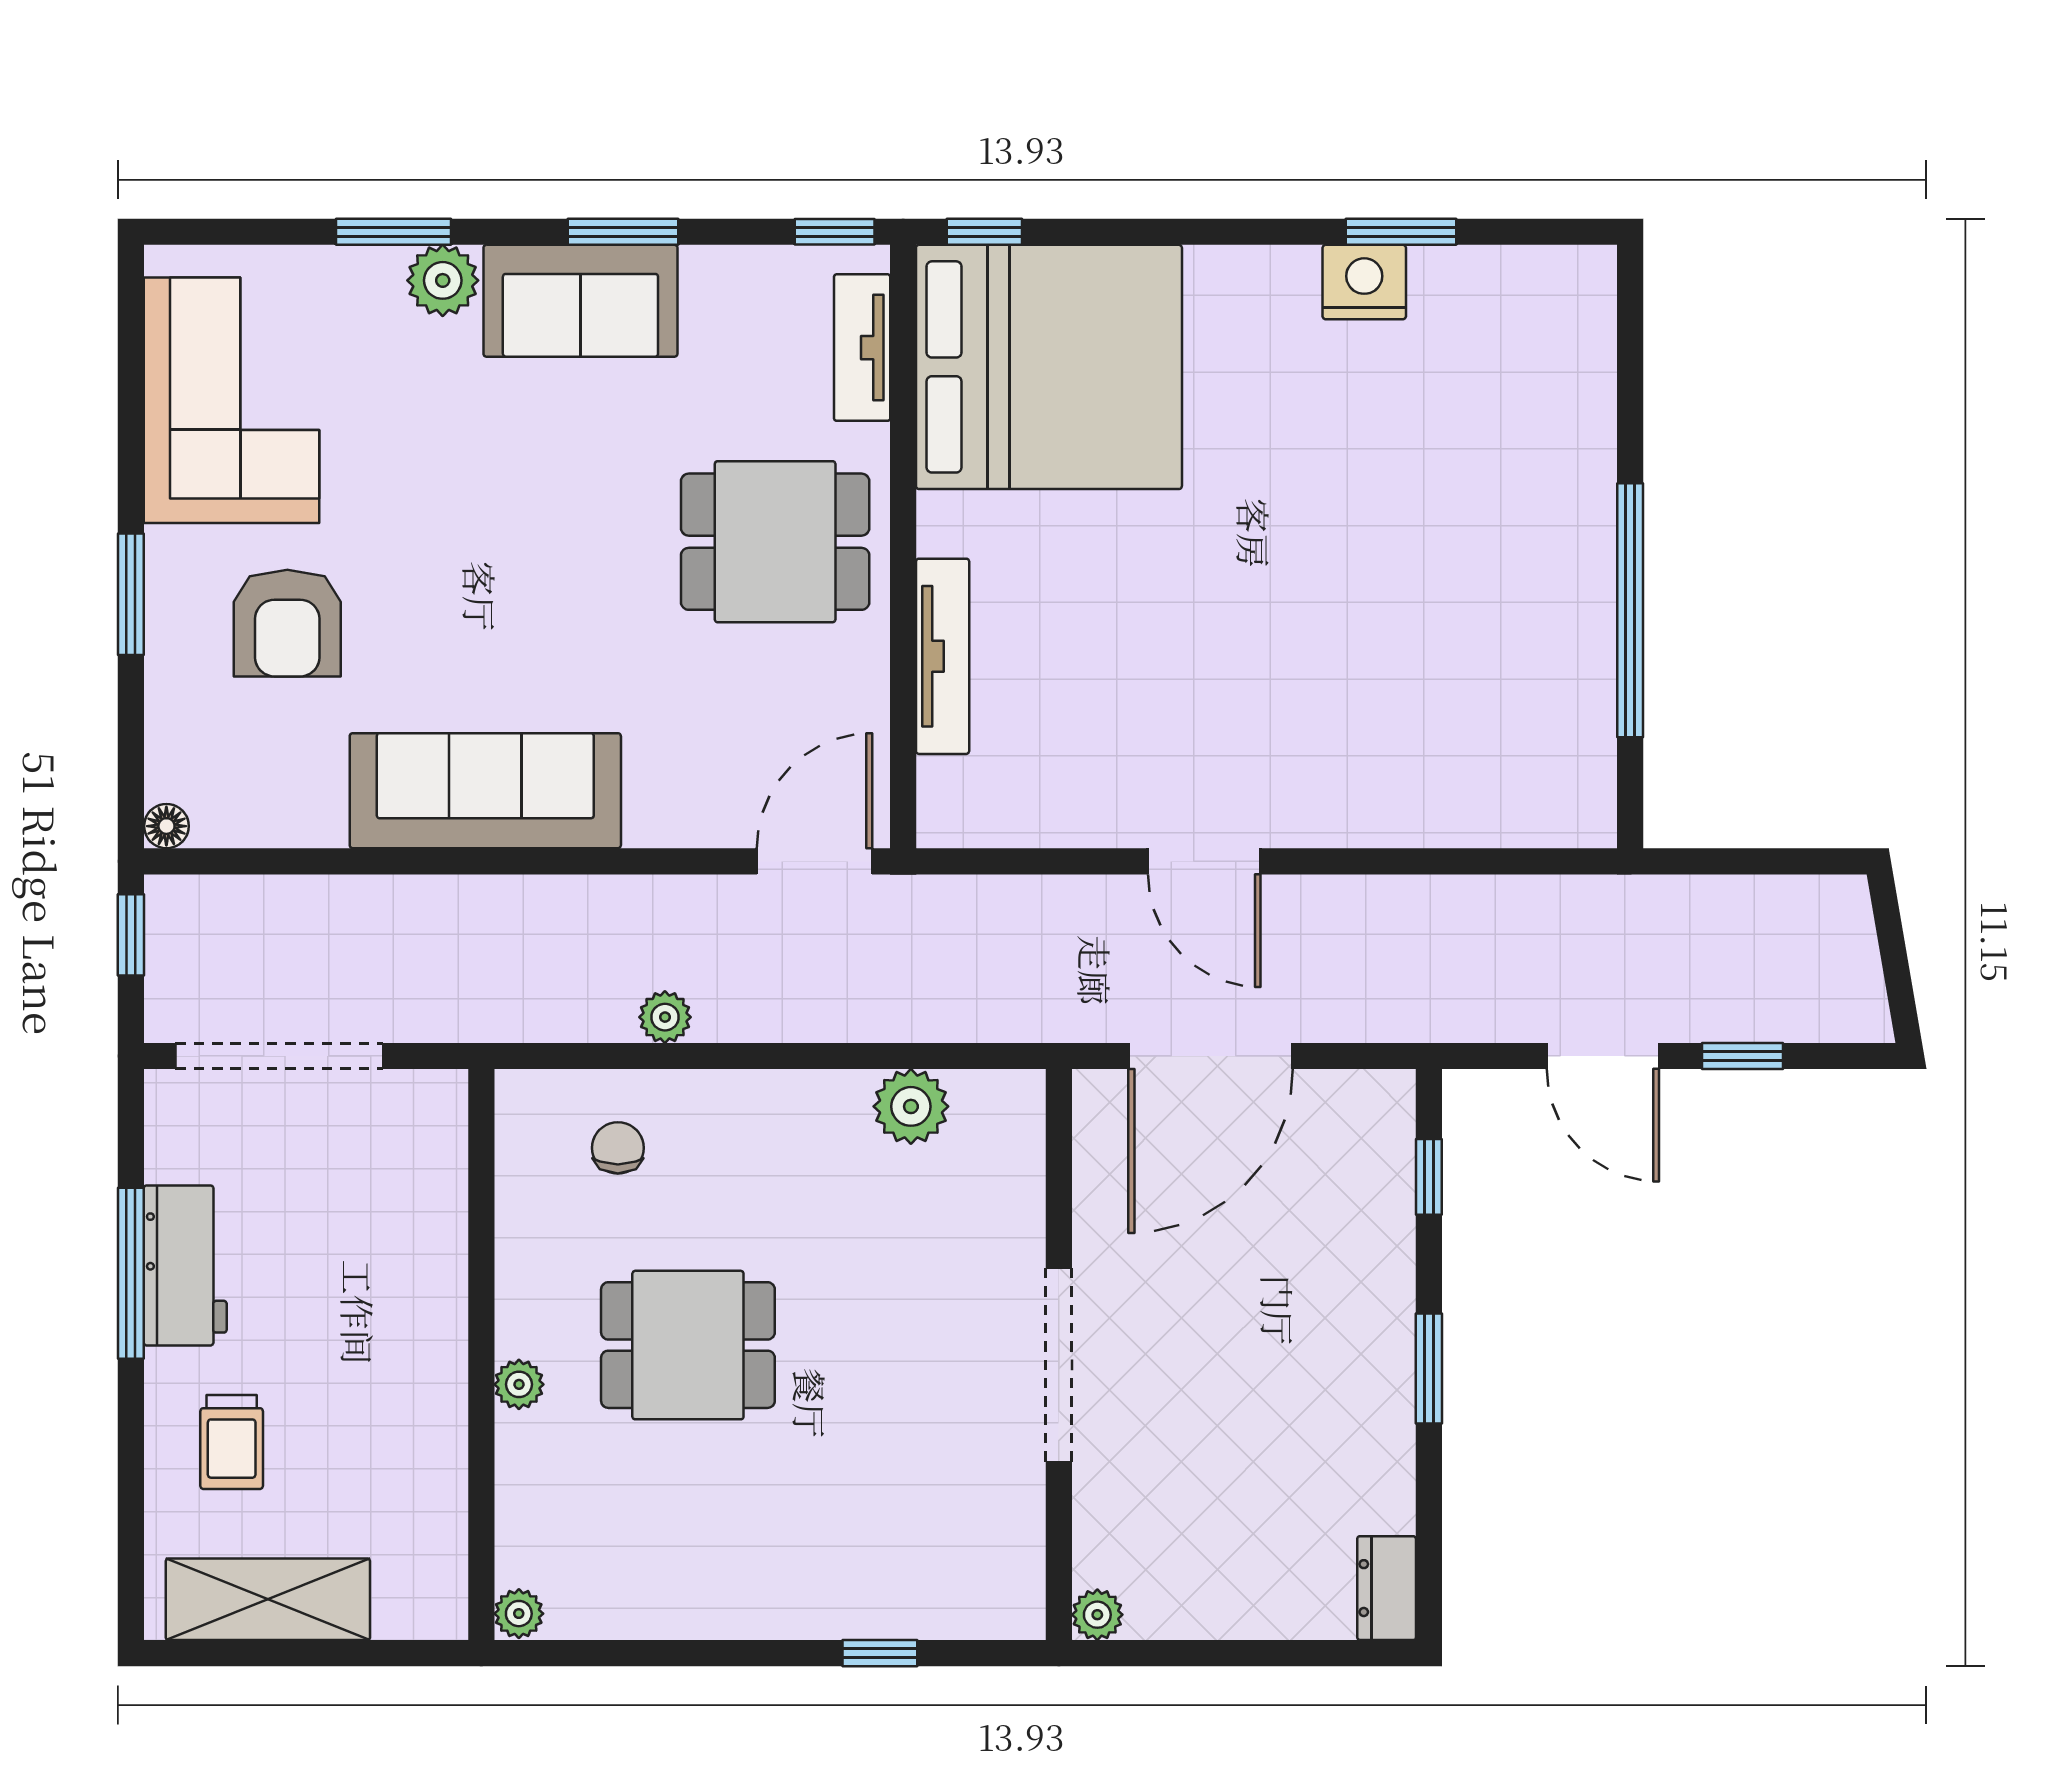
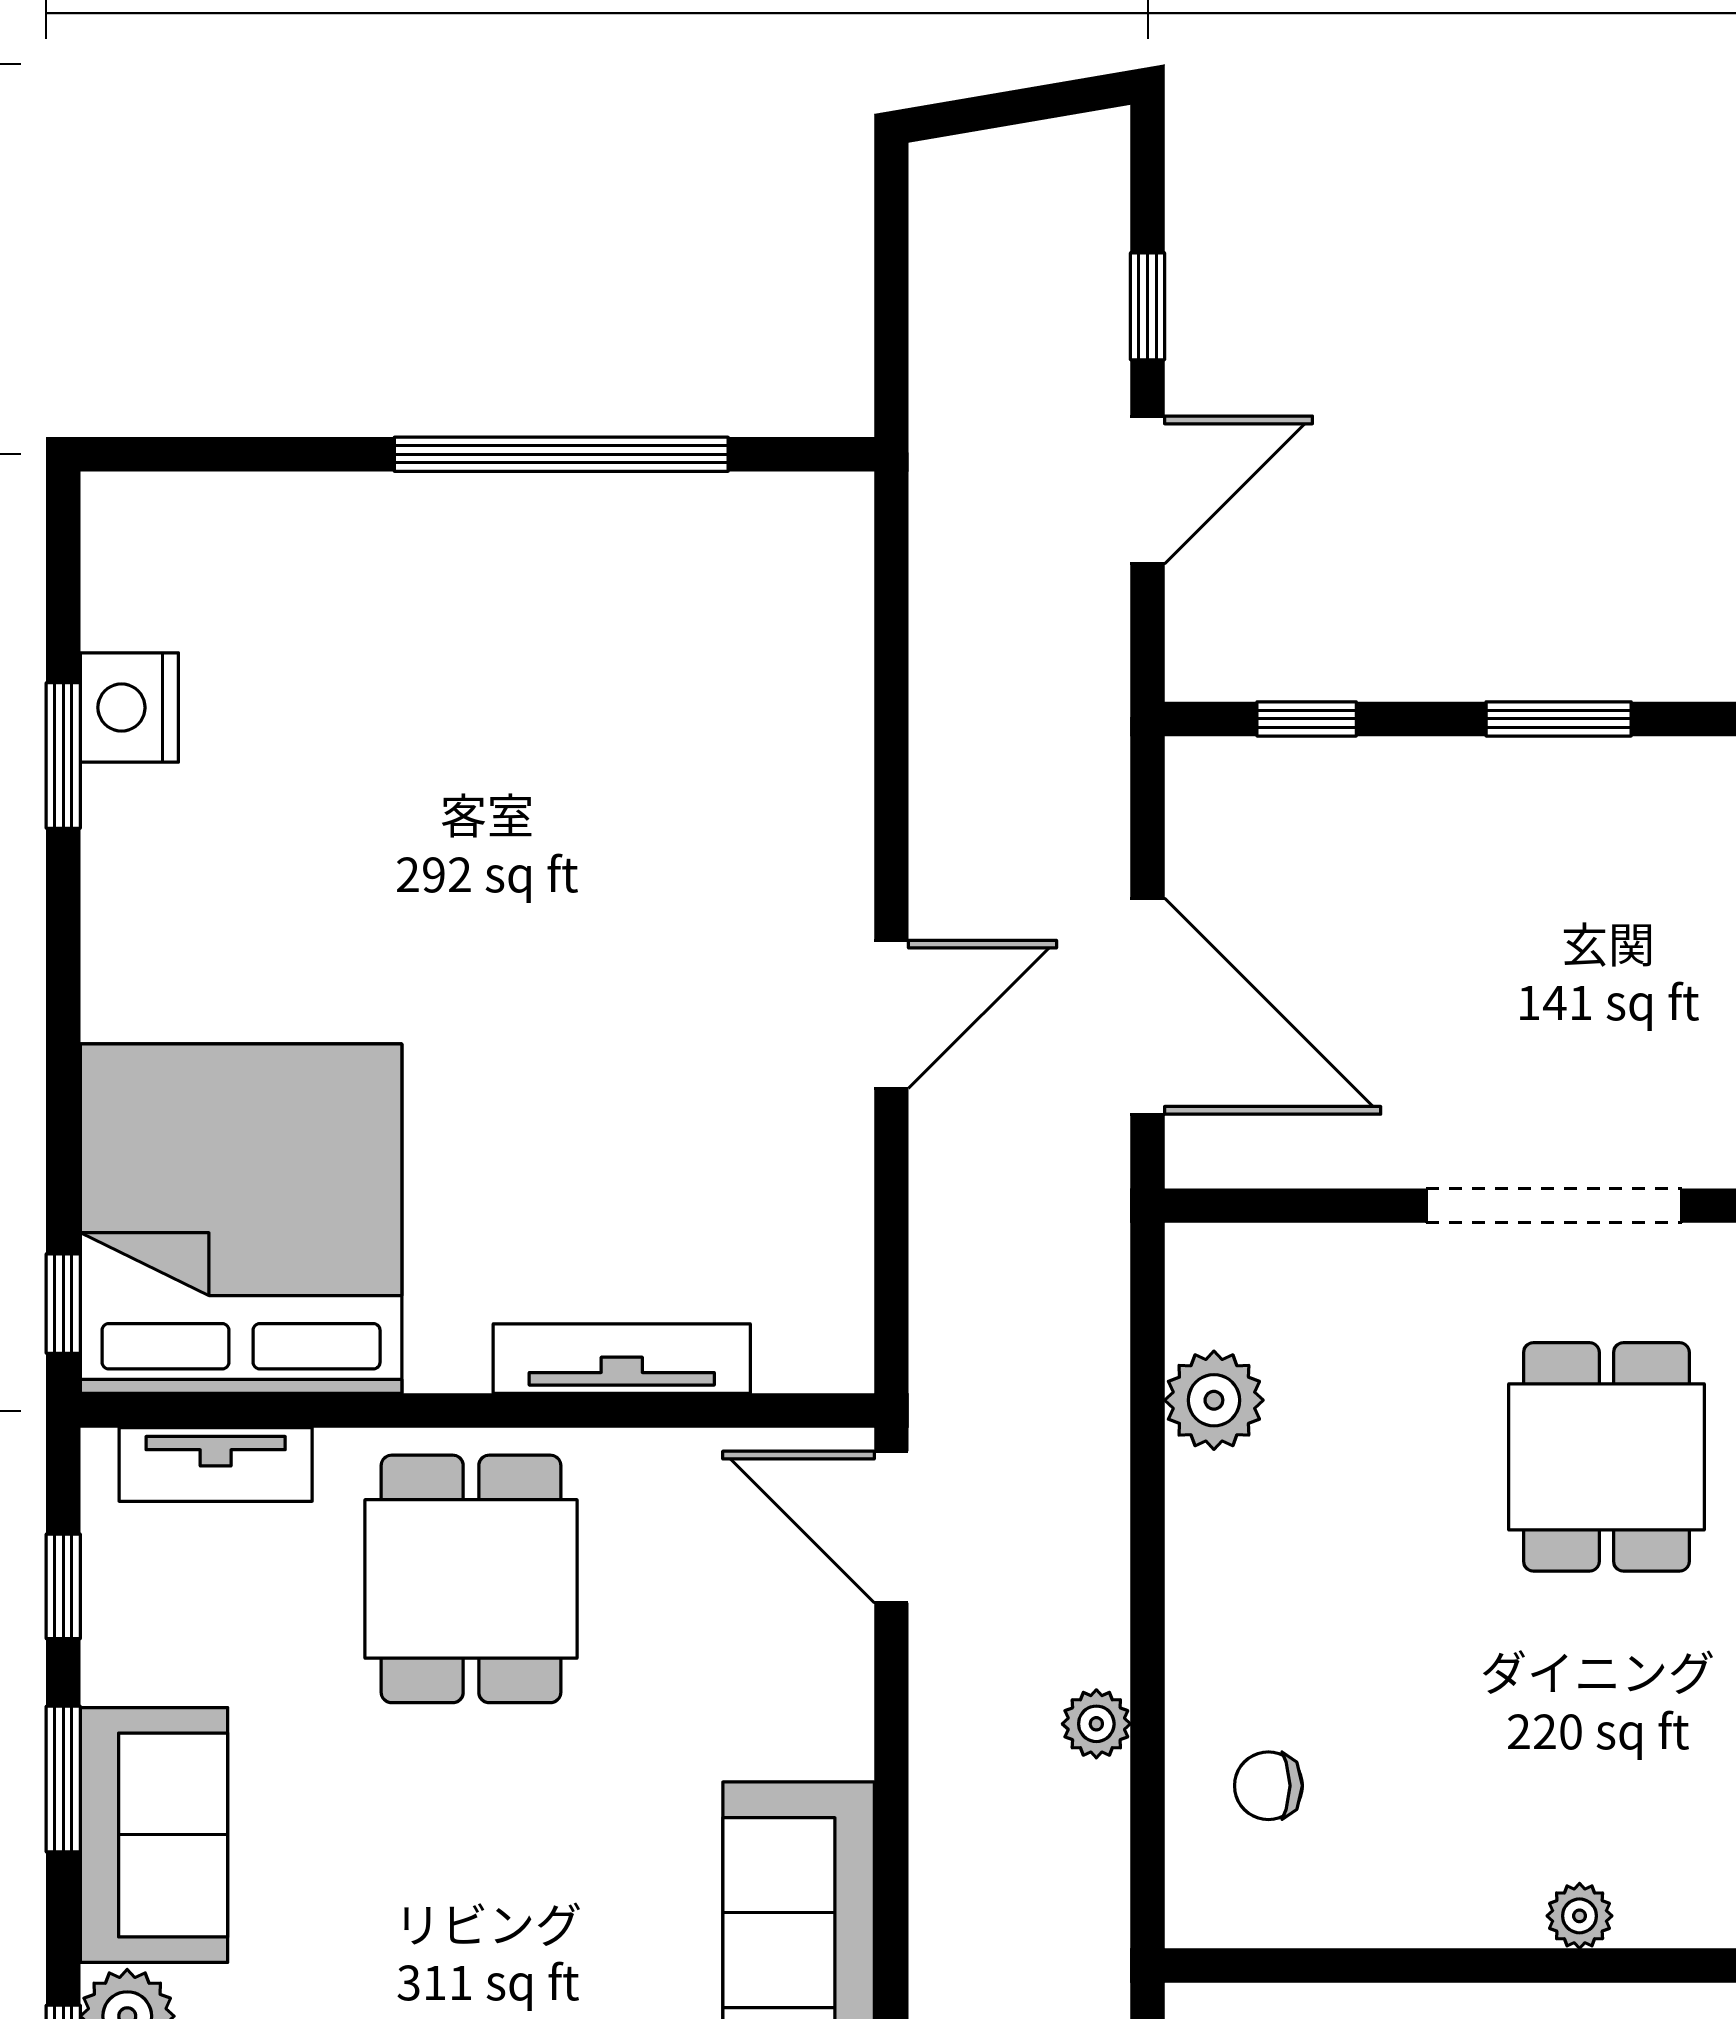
window: (835, 232) -> (63, 1586), moved
nightstand: (1364, 282) -> (129, 708), moved
dining table: (688, 1345) -> (1606, 1457), moved

